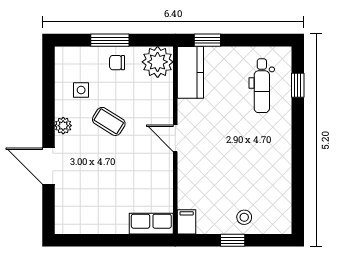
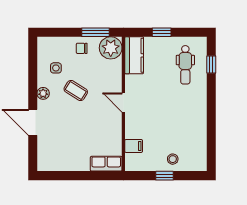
window: (110, 40) -> (96, 32), moved
window: (207, 40) -> (162, 32), moved
filing cabinet: (187, 222) -> (134, 146), moved, turned 90

